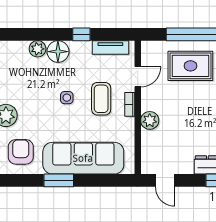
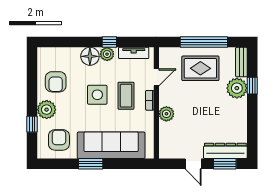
plant: (38, 49) -> (107, 54), moved
armchair: (17, 82) -> (56, 82), added
side table: (67, 98) -> (97, 95), width x1.87, depth x1.87
door: (165, 180) -> (193, 164), moved

